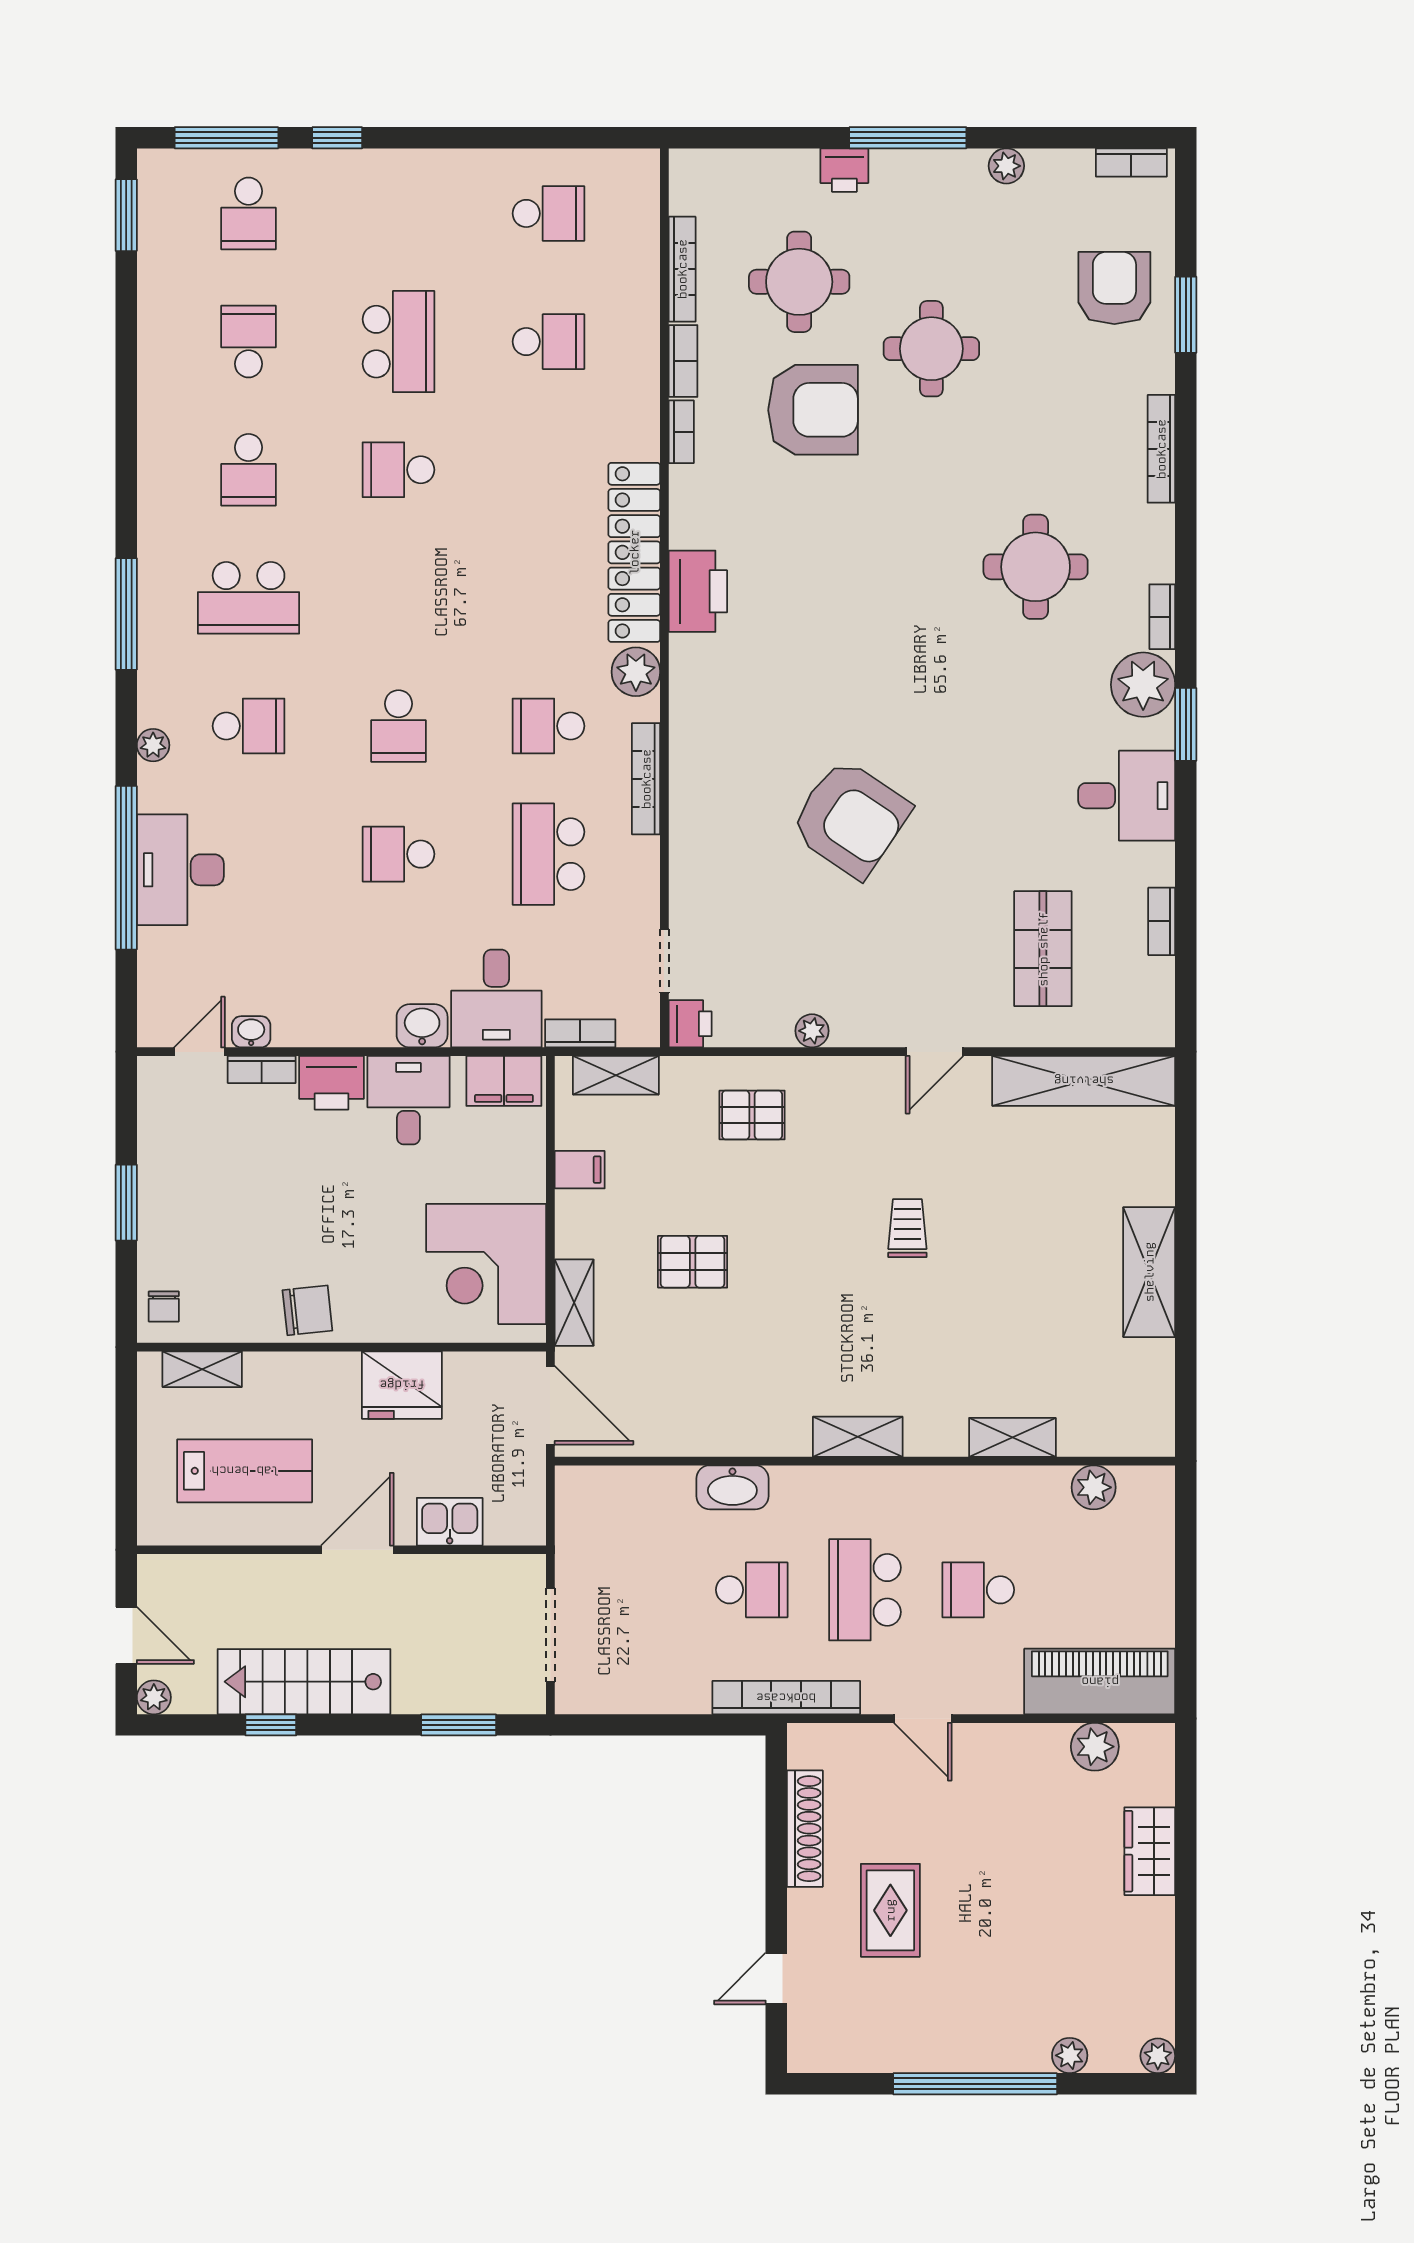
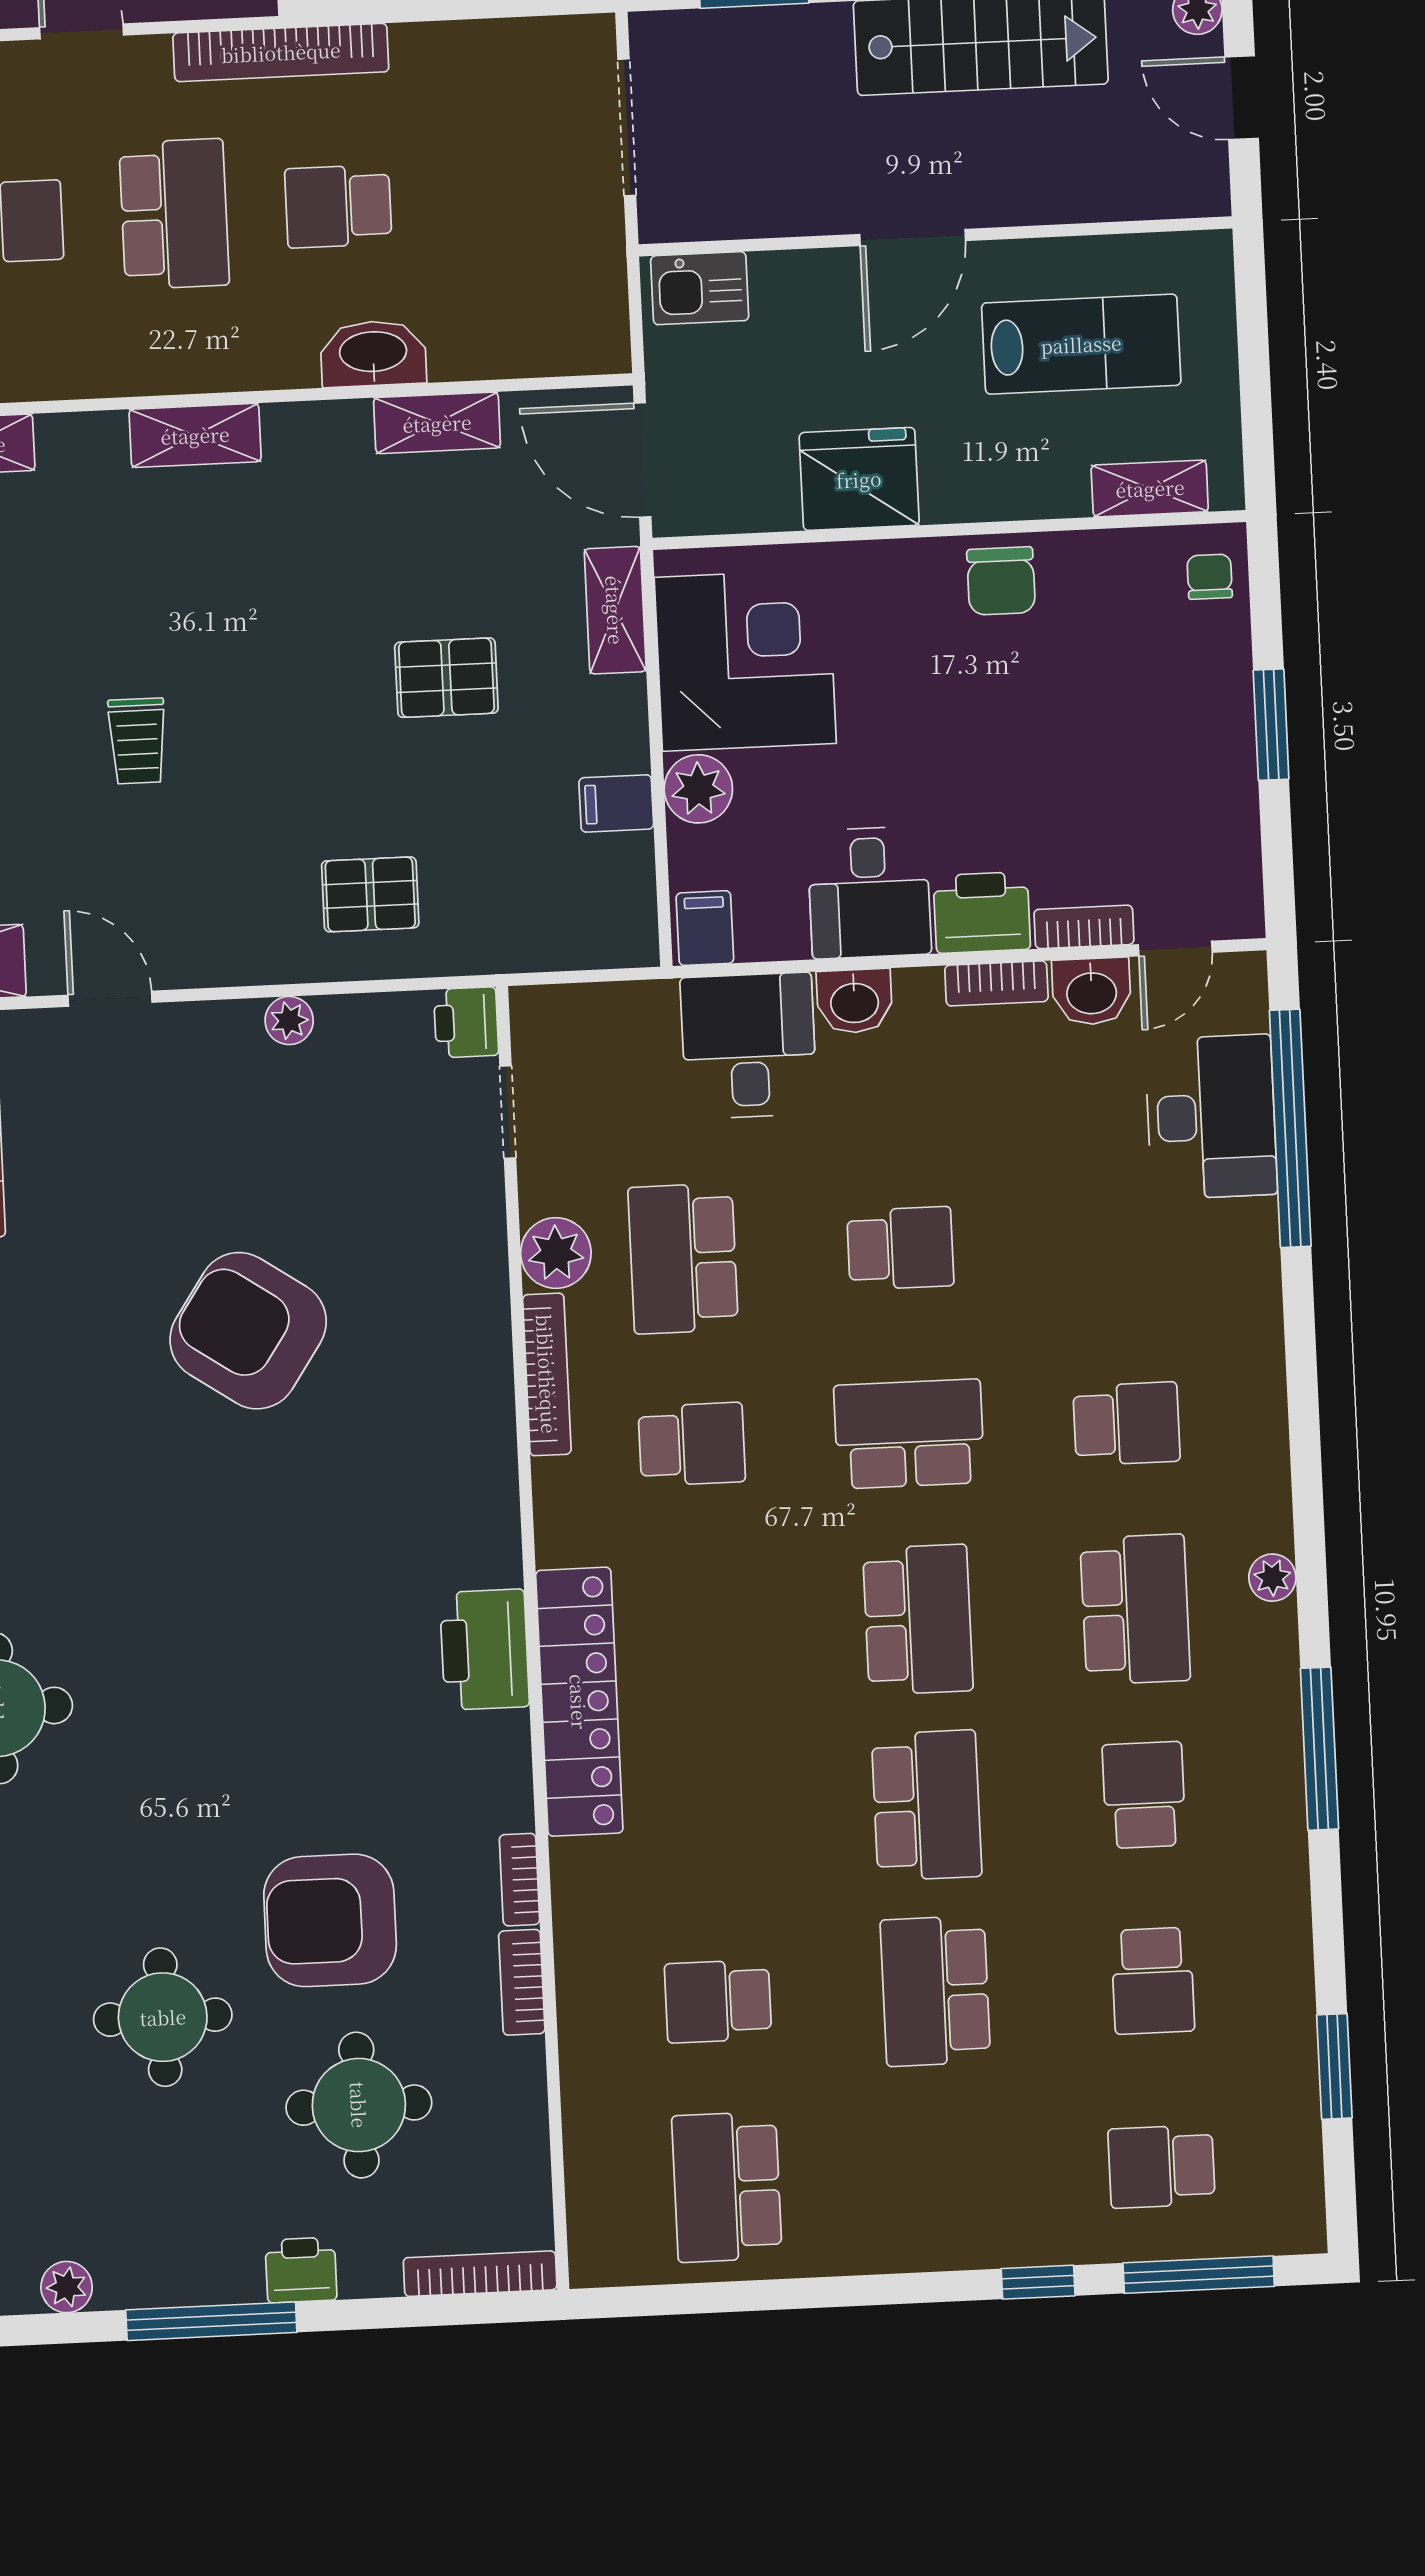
school desk: (249, 213) -> (1161, 2166), turned -90
school desk: (548, 213) -> (727, 2187), width x1.85
window: (126, 215) -> (1334, 2066), moved
bookcase: (682, 269) -> (480, 2274), moved, turned 90
school desk: (399, 470) -> (927, 1805), width x1.85
school desk: (249, 598) -> (1135, 1609), turned 90
school desk: (399, 598) -> (918, 1620), added
window: (126, 614) -> (1319, 1749), moved
plant: (636, 672) -> (556, 1253), moved
school desk: (249, 726) -> (1126, 1424), turned 180
school desk: (399, 726) -> (909, 1434), width x1.85
plant: (153, 745) -> (1272, 1578), moved
school desk: (548, 854) -> (683, 1259), turned 180
window: (126, 868) -> (1290, 1128), moved
desk: (180, 870) -> (1211, 1117), moved
washbasin: (251, 1032) -> (1092, 991), width x1.38, depth x1.45
bookcase: (580, 1033) -> (996, 983), moved
door: (935, 1052) -> (110, 999), hinge flipped
shelving: (616, 1075) -> (437, 423), moved
filing cabinet: (504, 1081) -> (705, 928), width x0.50
plant: (523, 1177) -> (698, 789), added
chair: (307, 1310) -> (1001, 581), turned -84
lab bench: (245, 1471) -> (1081, 344), turned 180
kitchen sink: (450, 1522) -> (700, 288), moved

